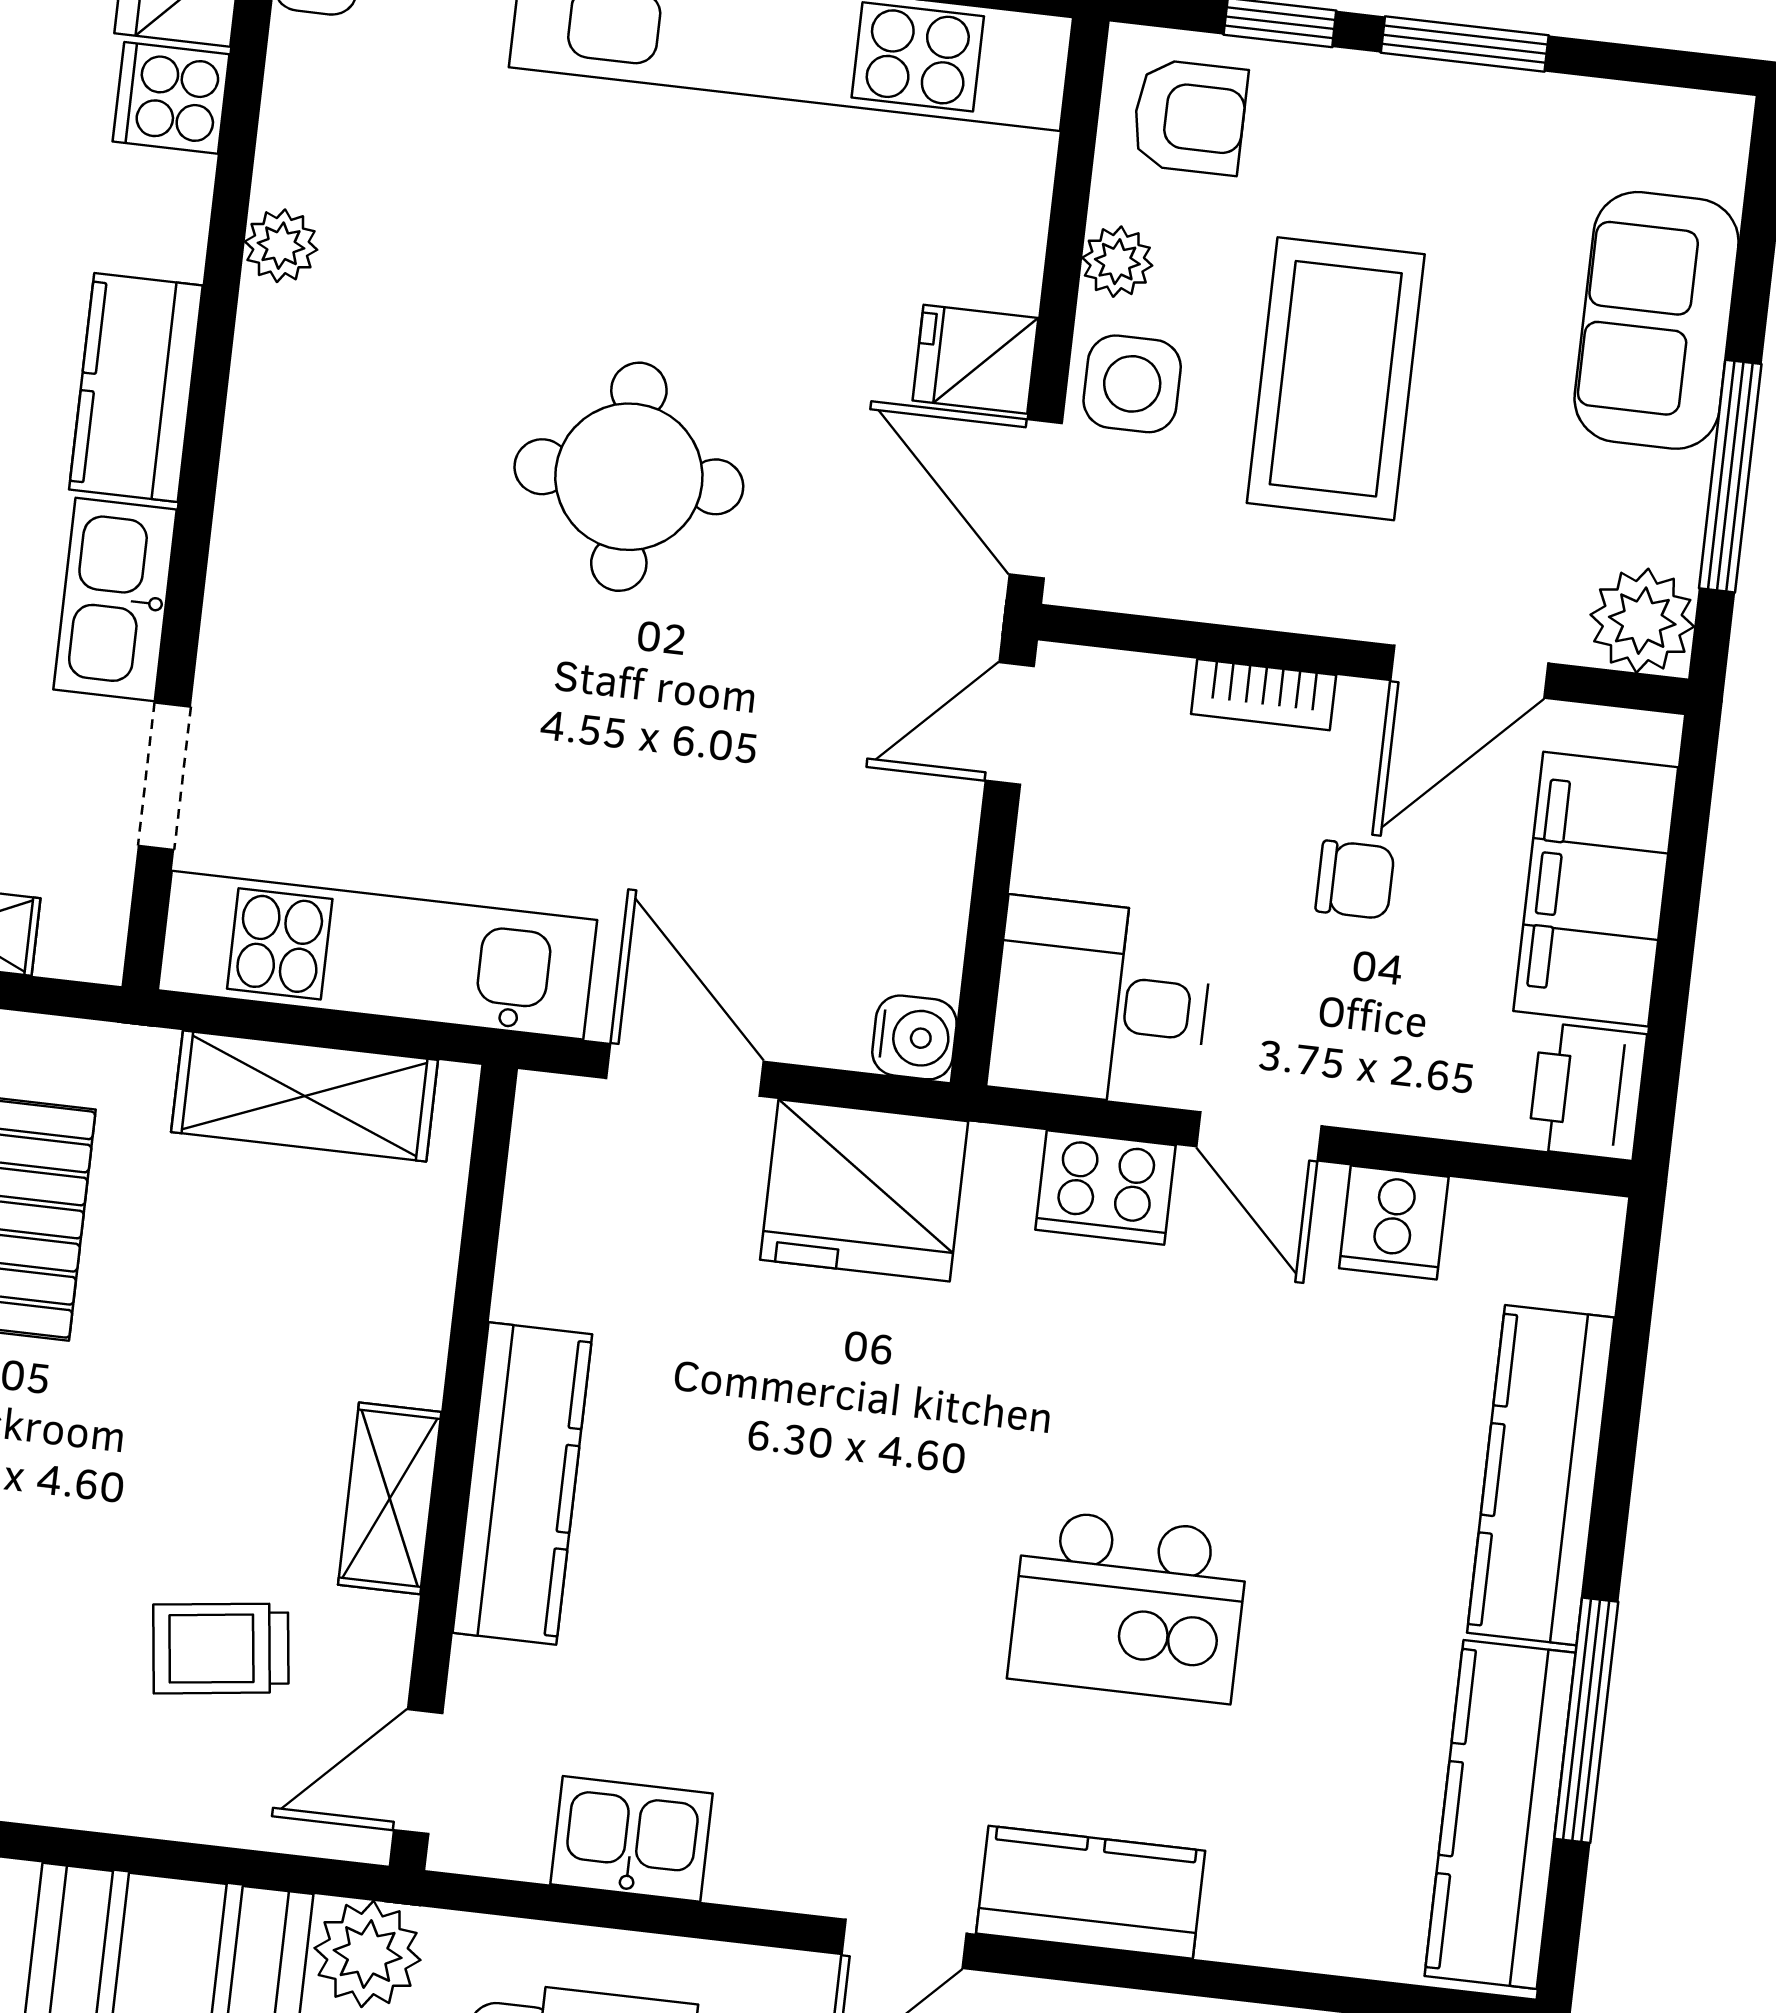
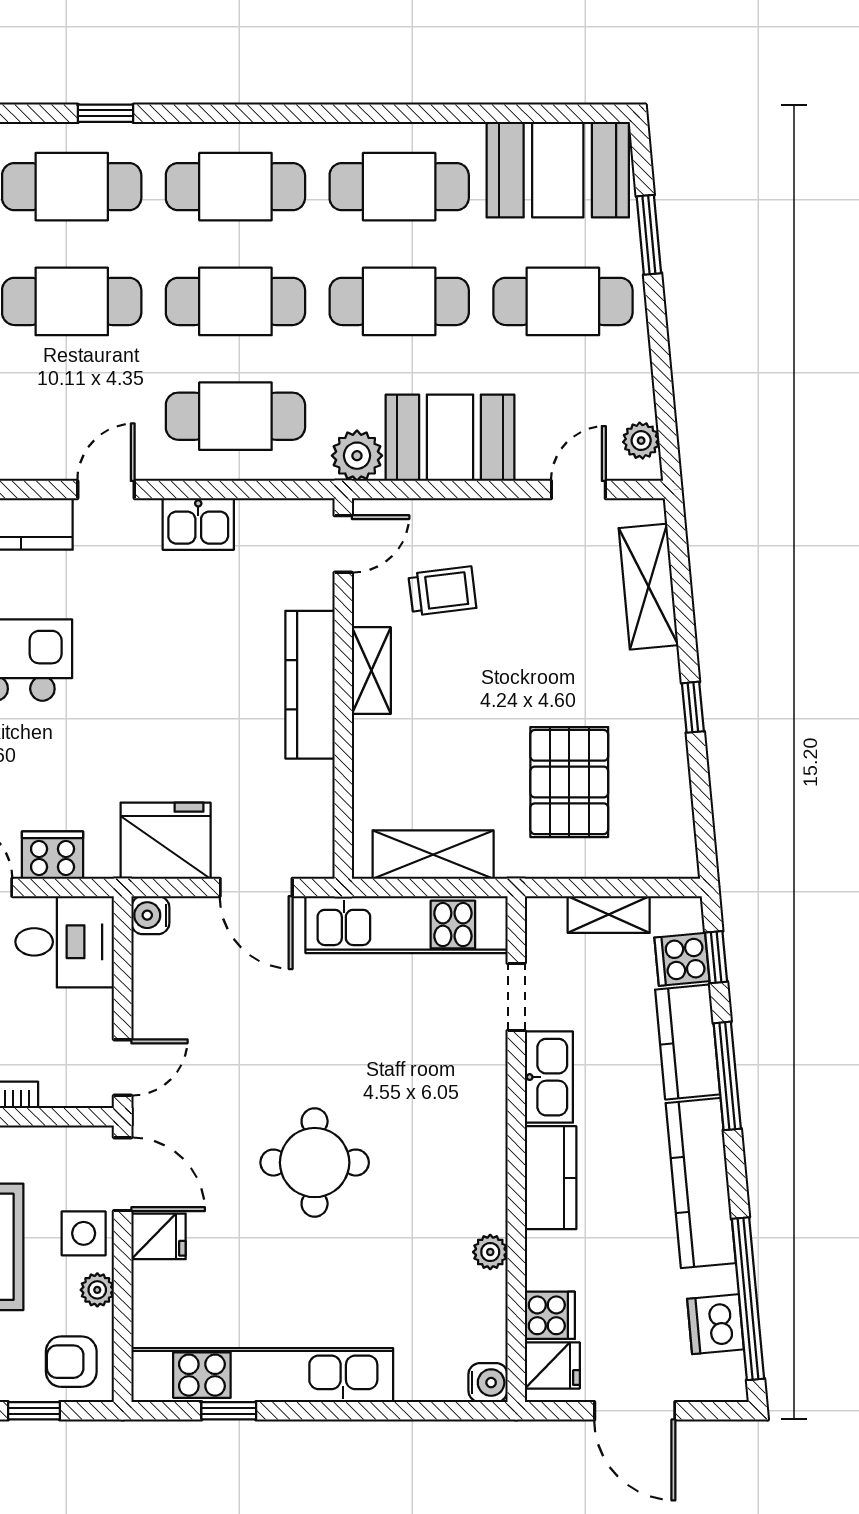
kitchen sink: (632, 1839) -> (198, 524), moved

